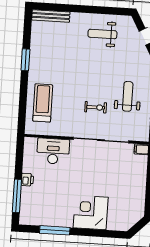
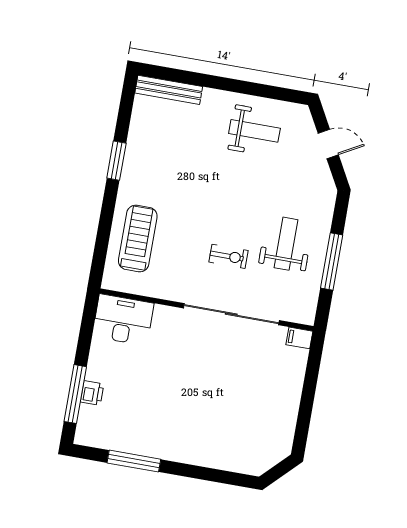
weight bench: (102, 34) -> (254, 131), turned 180
desk: (53, 151) -> (123, 320), moved
printer: (27, 180) -> (92, 393), moved
corner desk: (91, 212) -> (199, 437), removed

